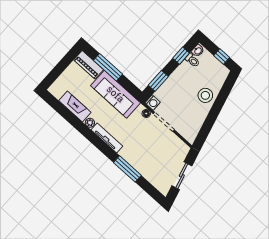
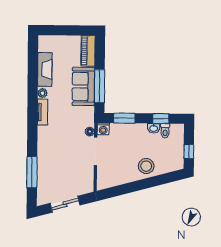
washbasin: (198, 51) -> (154, 128), moved
window: (108, 67) -> (100, 86), moved
sofa: (116, 94) -> (83, 86), width x0.73
tv unit: (107, 138) -> (42, 112), width x0.71
window: (127, 169) -> (32, 172), moved

